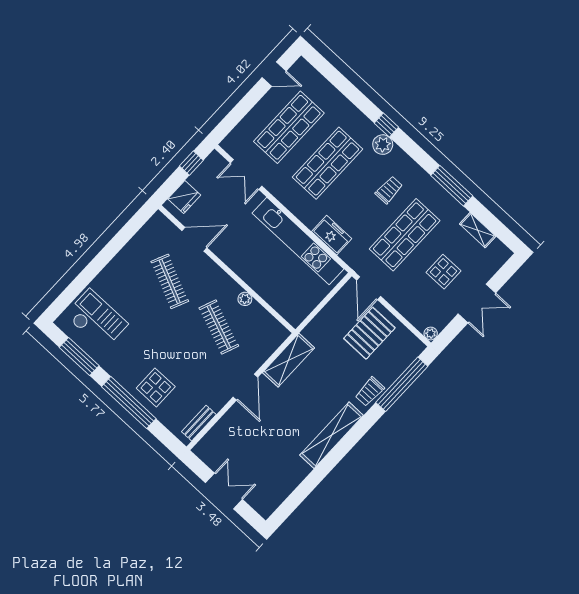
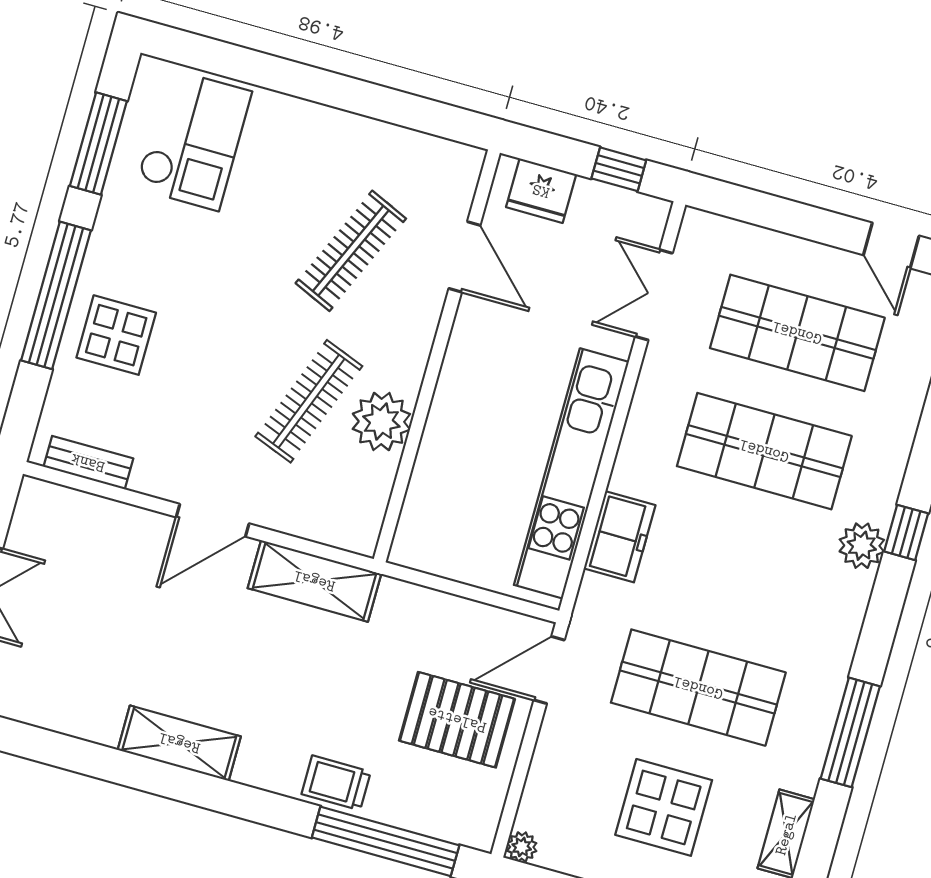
trolley: (389, 190) -> (775, 607), removed
display table: (444, 272) -> (664, 807), width x1.36, depth x1.36
plant: (245, 299) -> (381, 422), width x1.88, depth x1.88
shelving: (332, 435) -> (179, 743), width x0.68

